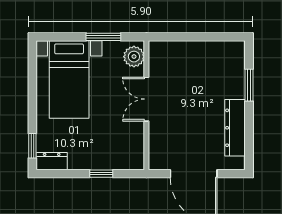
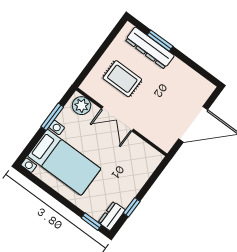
rug: (187, 76) -> (122, 79), added
dresser: (235, 128) -> (150, 48), moved
window: (101, 174) -> (132, 207), moved

